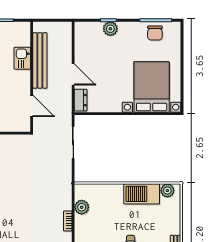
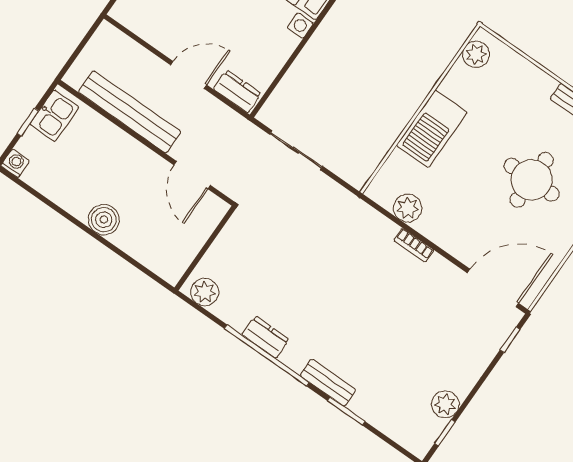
kitchen sink: (22, 58) -> (54, 116), moved, turned -90
door: (32, 106) -> (192, 175), swing flipped
barbecue: (142, 194) -> (432, 129), moved

